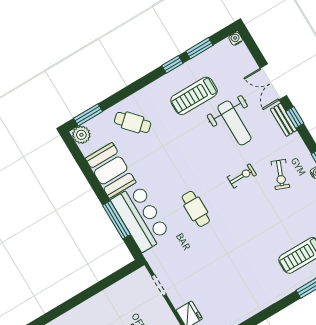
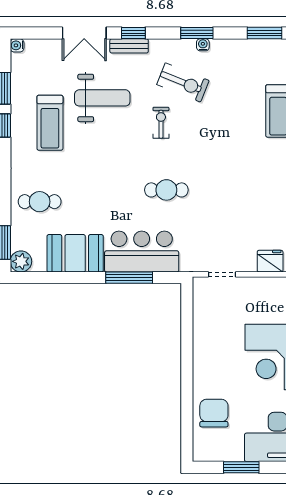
cafe table: (133, 122) -> (40, 202), turned 42
exercise bike: (280, 174) -> (183, 83), width x1.38, depth x1.39

